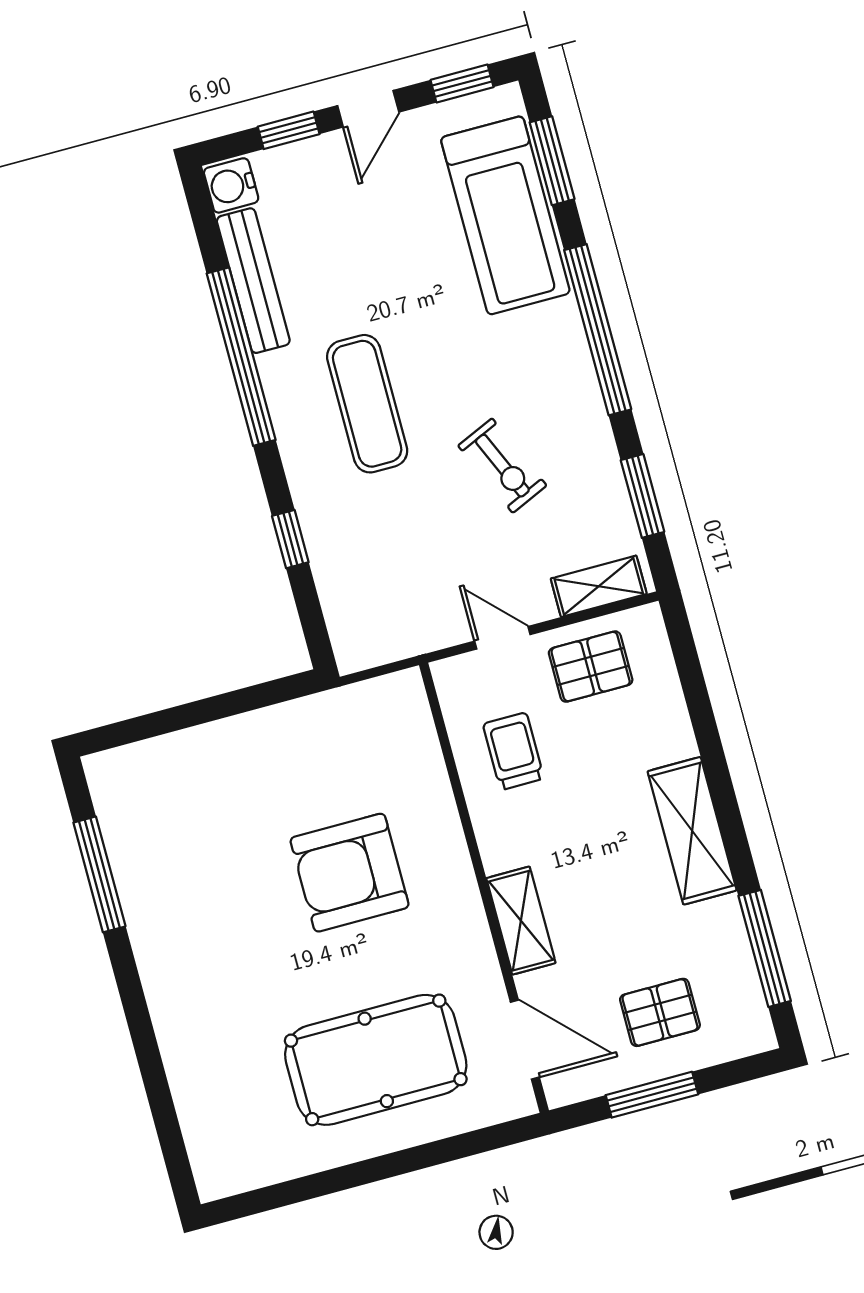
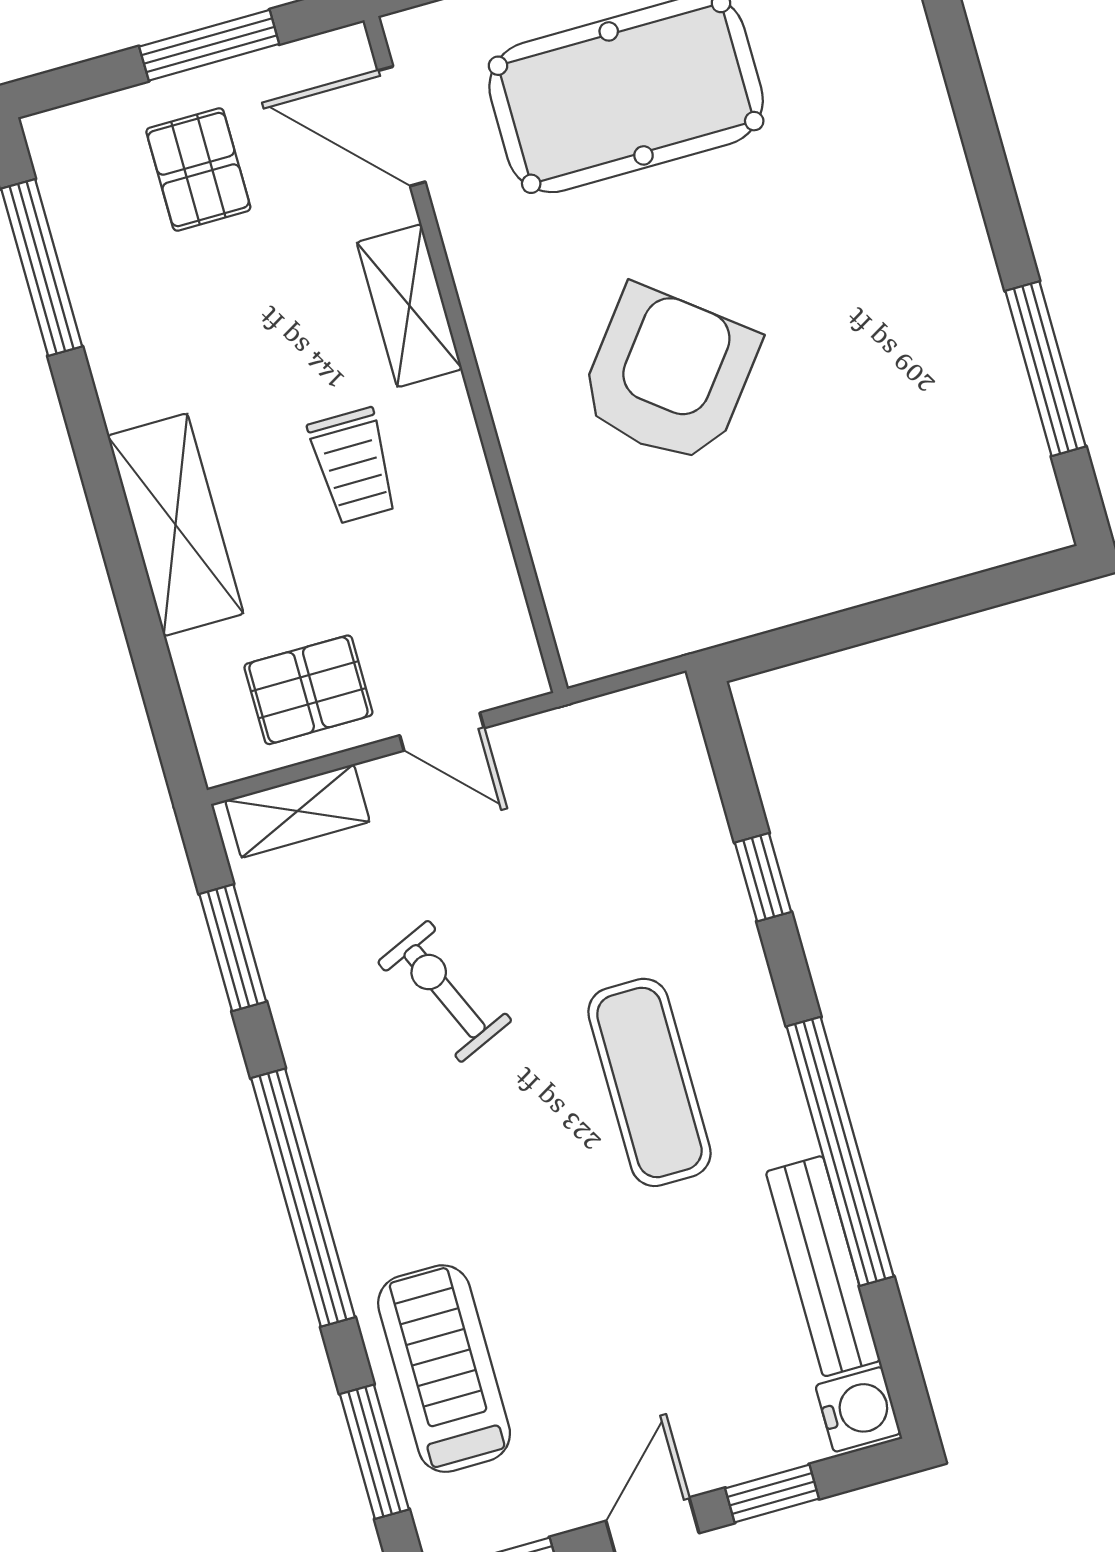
treadmill: (505, 215) -> (444, 1369), width x0.73, depth x0.73
trolley: (513, 751) -> (353, 466), moved
shelving: (692, 831) -> (176, 525), moved
armchair: (350, 873) -> (669, 375), turned -52
pallet: (660, 1012) -> (198, 169), turned 90

